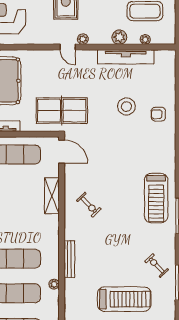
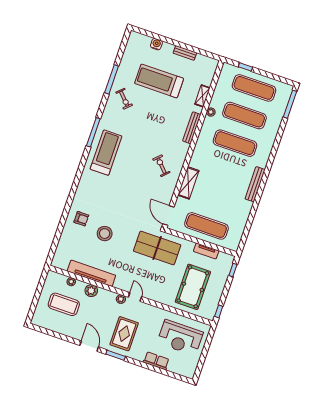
shelving: (70, 299) -> (202, 96), added

